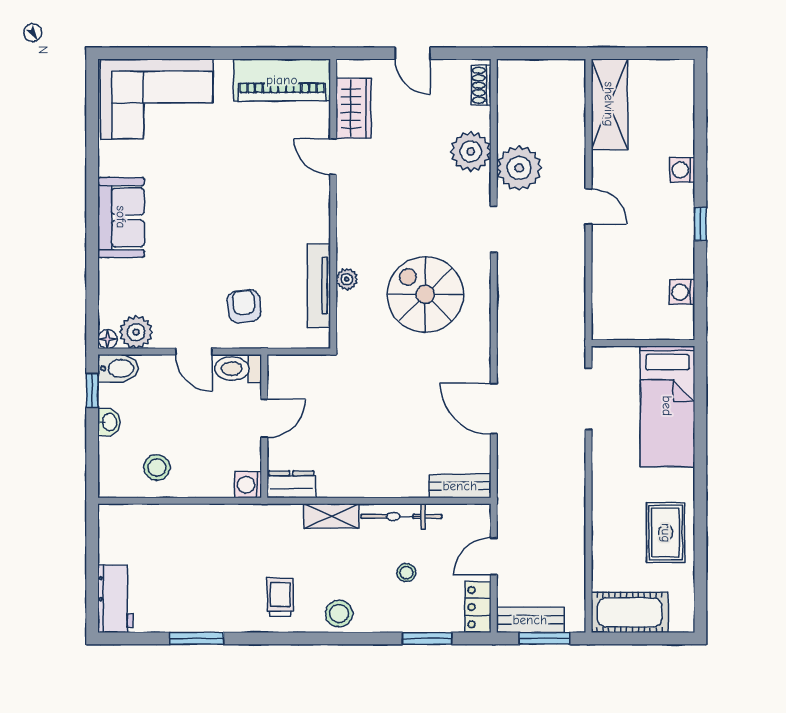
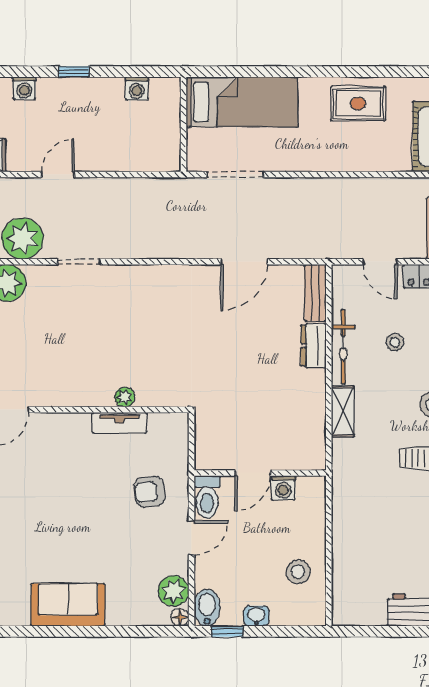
tv unit: (319, 285) -> (119, 423), width x0.71
spiral stairs: (425, 294) -> (139, 325), removed
door: (264, 418) -> (253, 473), swing flipped
dresser: (291, 484) -> (314, 346), moved
washing machine: (248, 485) -> (283, 488), moved

